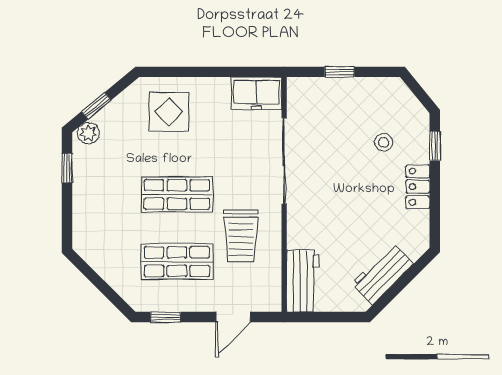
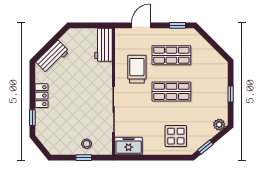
window: (96, 106) -> (205, 147), moved
stool: (384, 142) -> (87, 144), moved
window: (67, 168) -> (231, 94), moved
workbench: (382, 274) -> (53, 57), moved

